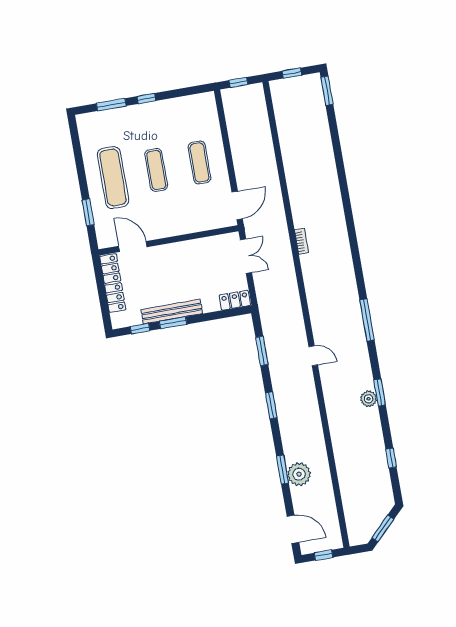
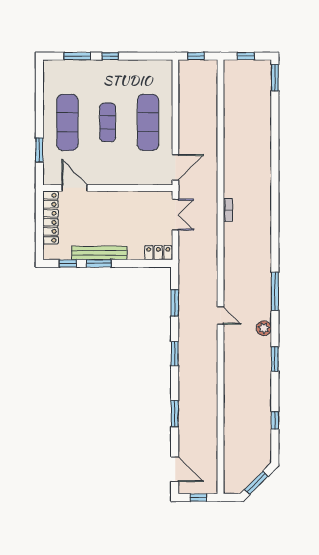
exercise mat: (199, 162) -> (148, 122), width x1.36, depth x1.45
plant: (369, 399) -> (264, 328), moved
plant: (299, 474) -> (189, 420), removed

